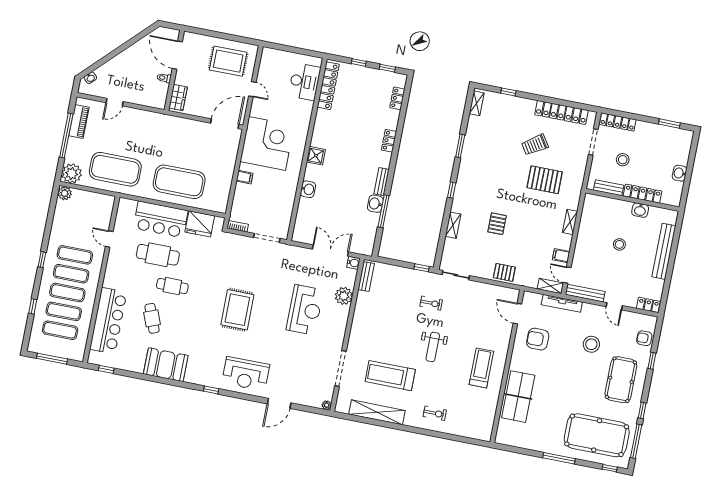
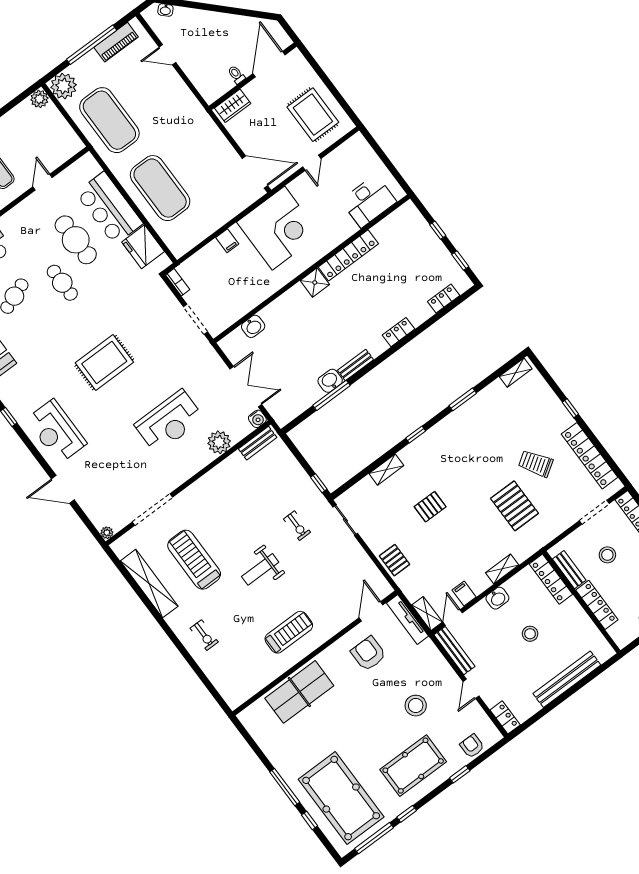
locker: (328, 86) -> (348, 255), moved
window: (508, 92) -> (570, 408), moved
washbasin: (308, 189) -> (253, 326), moved
locker: (603, 203) -> (551, 579), added
washbasin: (640, 210) -> (497, 598), moved, turned -90
tv unit: (562, 303) -> (408, 620), moved
window: (610, 468) -> (310, 820), moved

